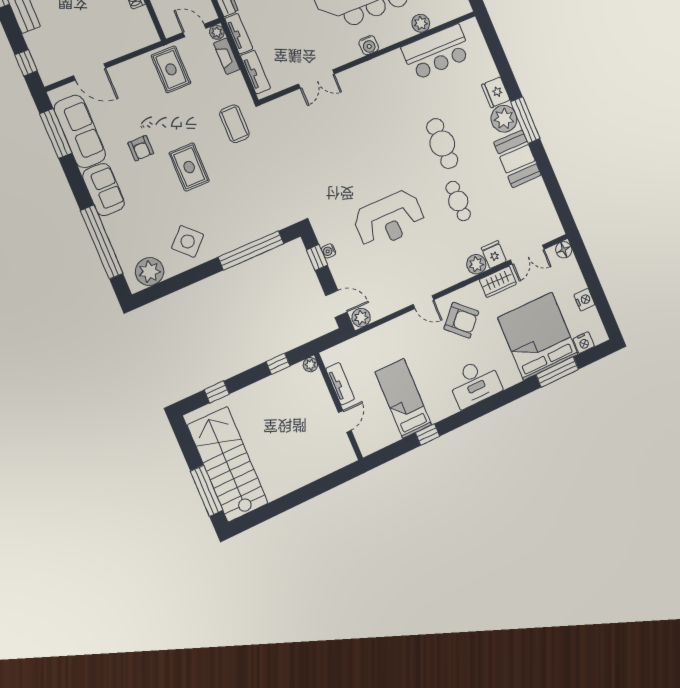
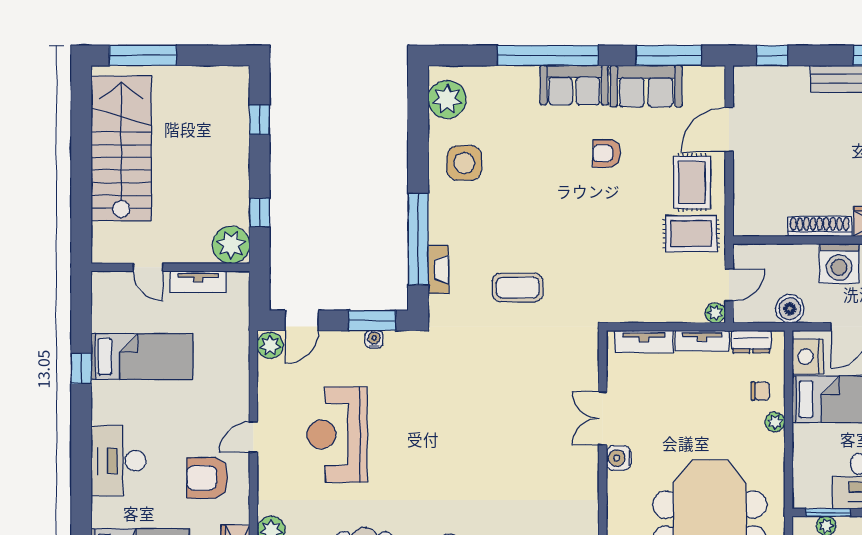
water cooler: (369, 45) -> (619, 458), moved
fireplace: (227, 56) -> (438, 269), moved, turned 90
coffee table: (235, 124) -> (518, 288), moved
sofa: (80, 131) -> (646, 86), width x0.73
rug: (189, 167) -> (692, 182), moved, turned 90
reception desk: (389, 219) -> (337, 434), moved
side table: (188, 241) -> (464, 163), turned 45
window: (102, 242) -> (548, 55), moved
window: (317, 258) -> (372, 321), width x1.50
armchair: (461, 320) -> (207, 478), turned 47
plant: (310, 365) -> (231, 245), width x1.88, depth x1.88
stairs: (228, 464) -> (121, 148), moved, turned -90

